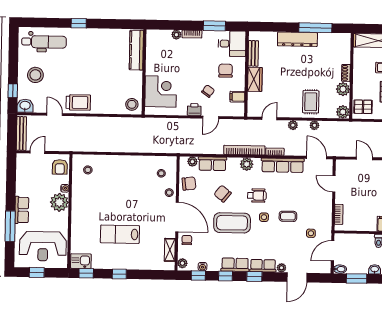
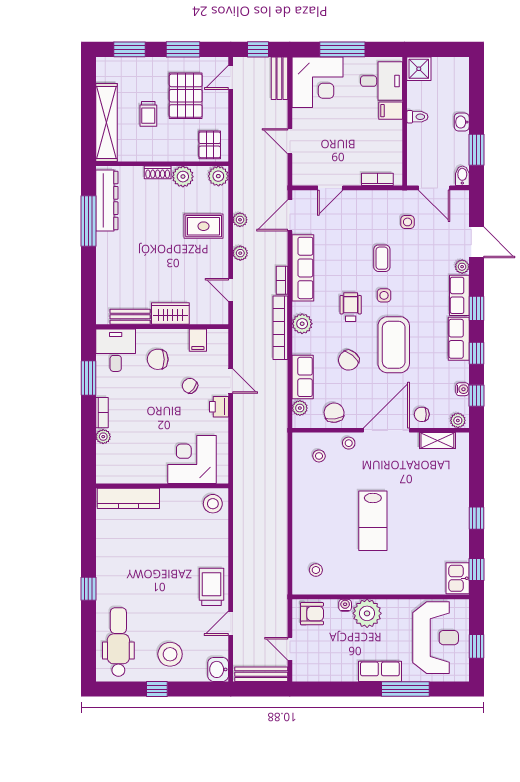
dresser: (297, 39) -> (107, 200), moved
window: (13, 91) -> (157, 689), moved
door: (364, 158) -> (290, 141), hinge flipped
lab bench: (120, 234) -> (373, 521), moved

